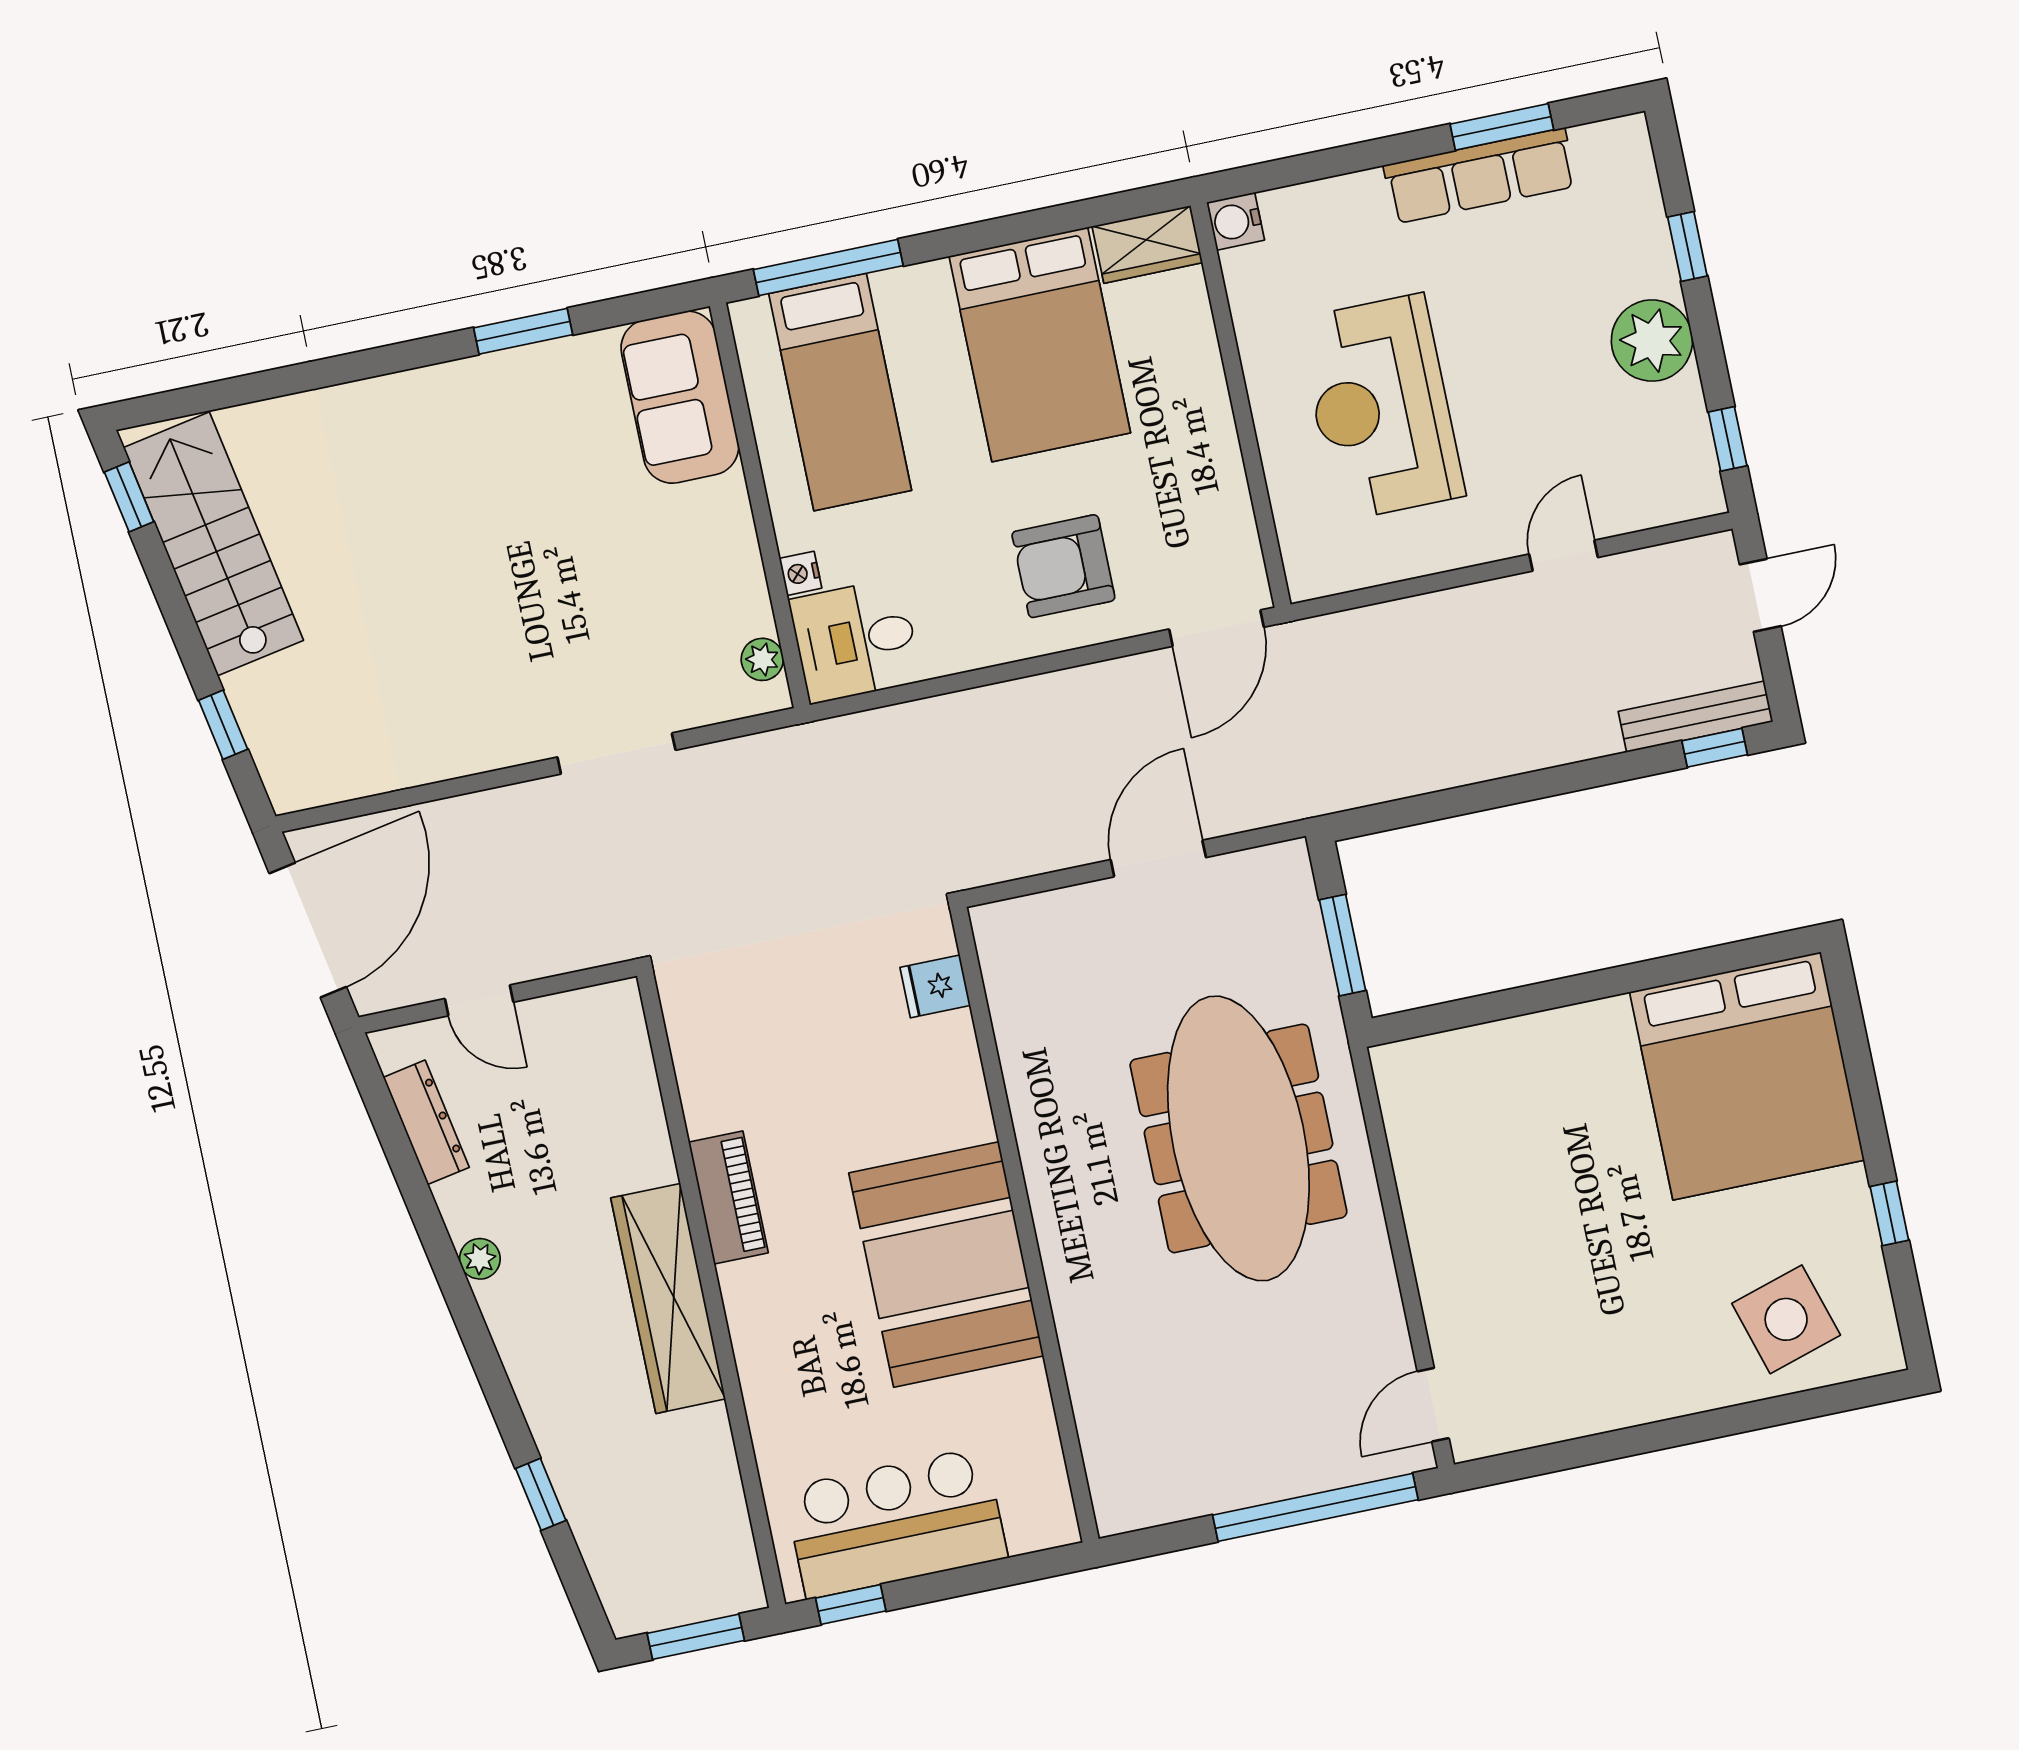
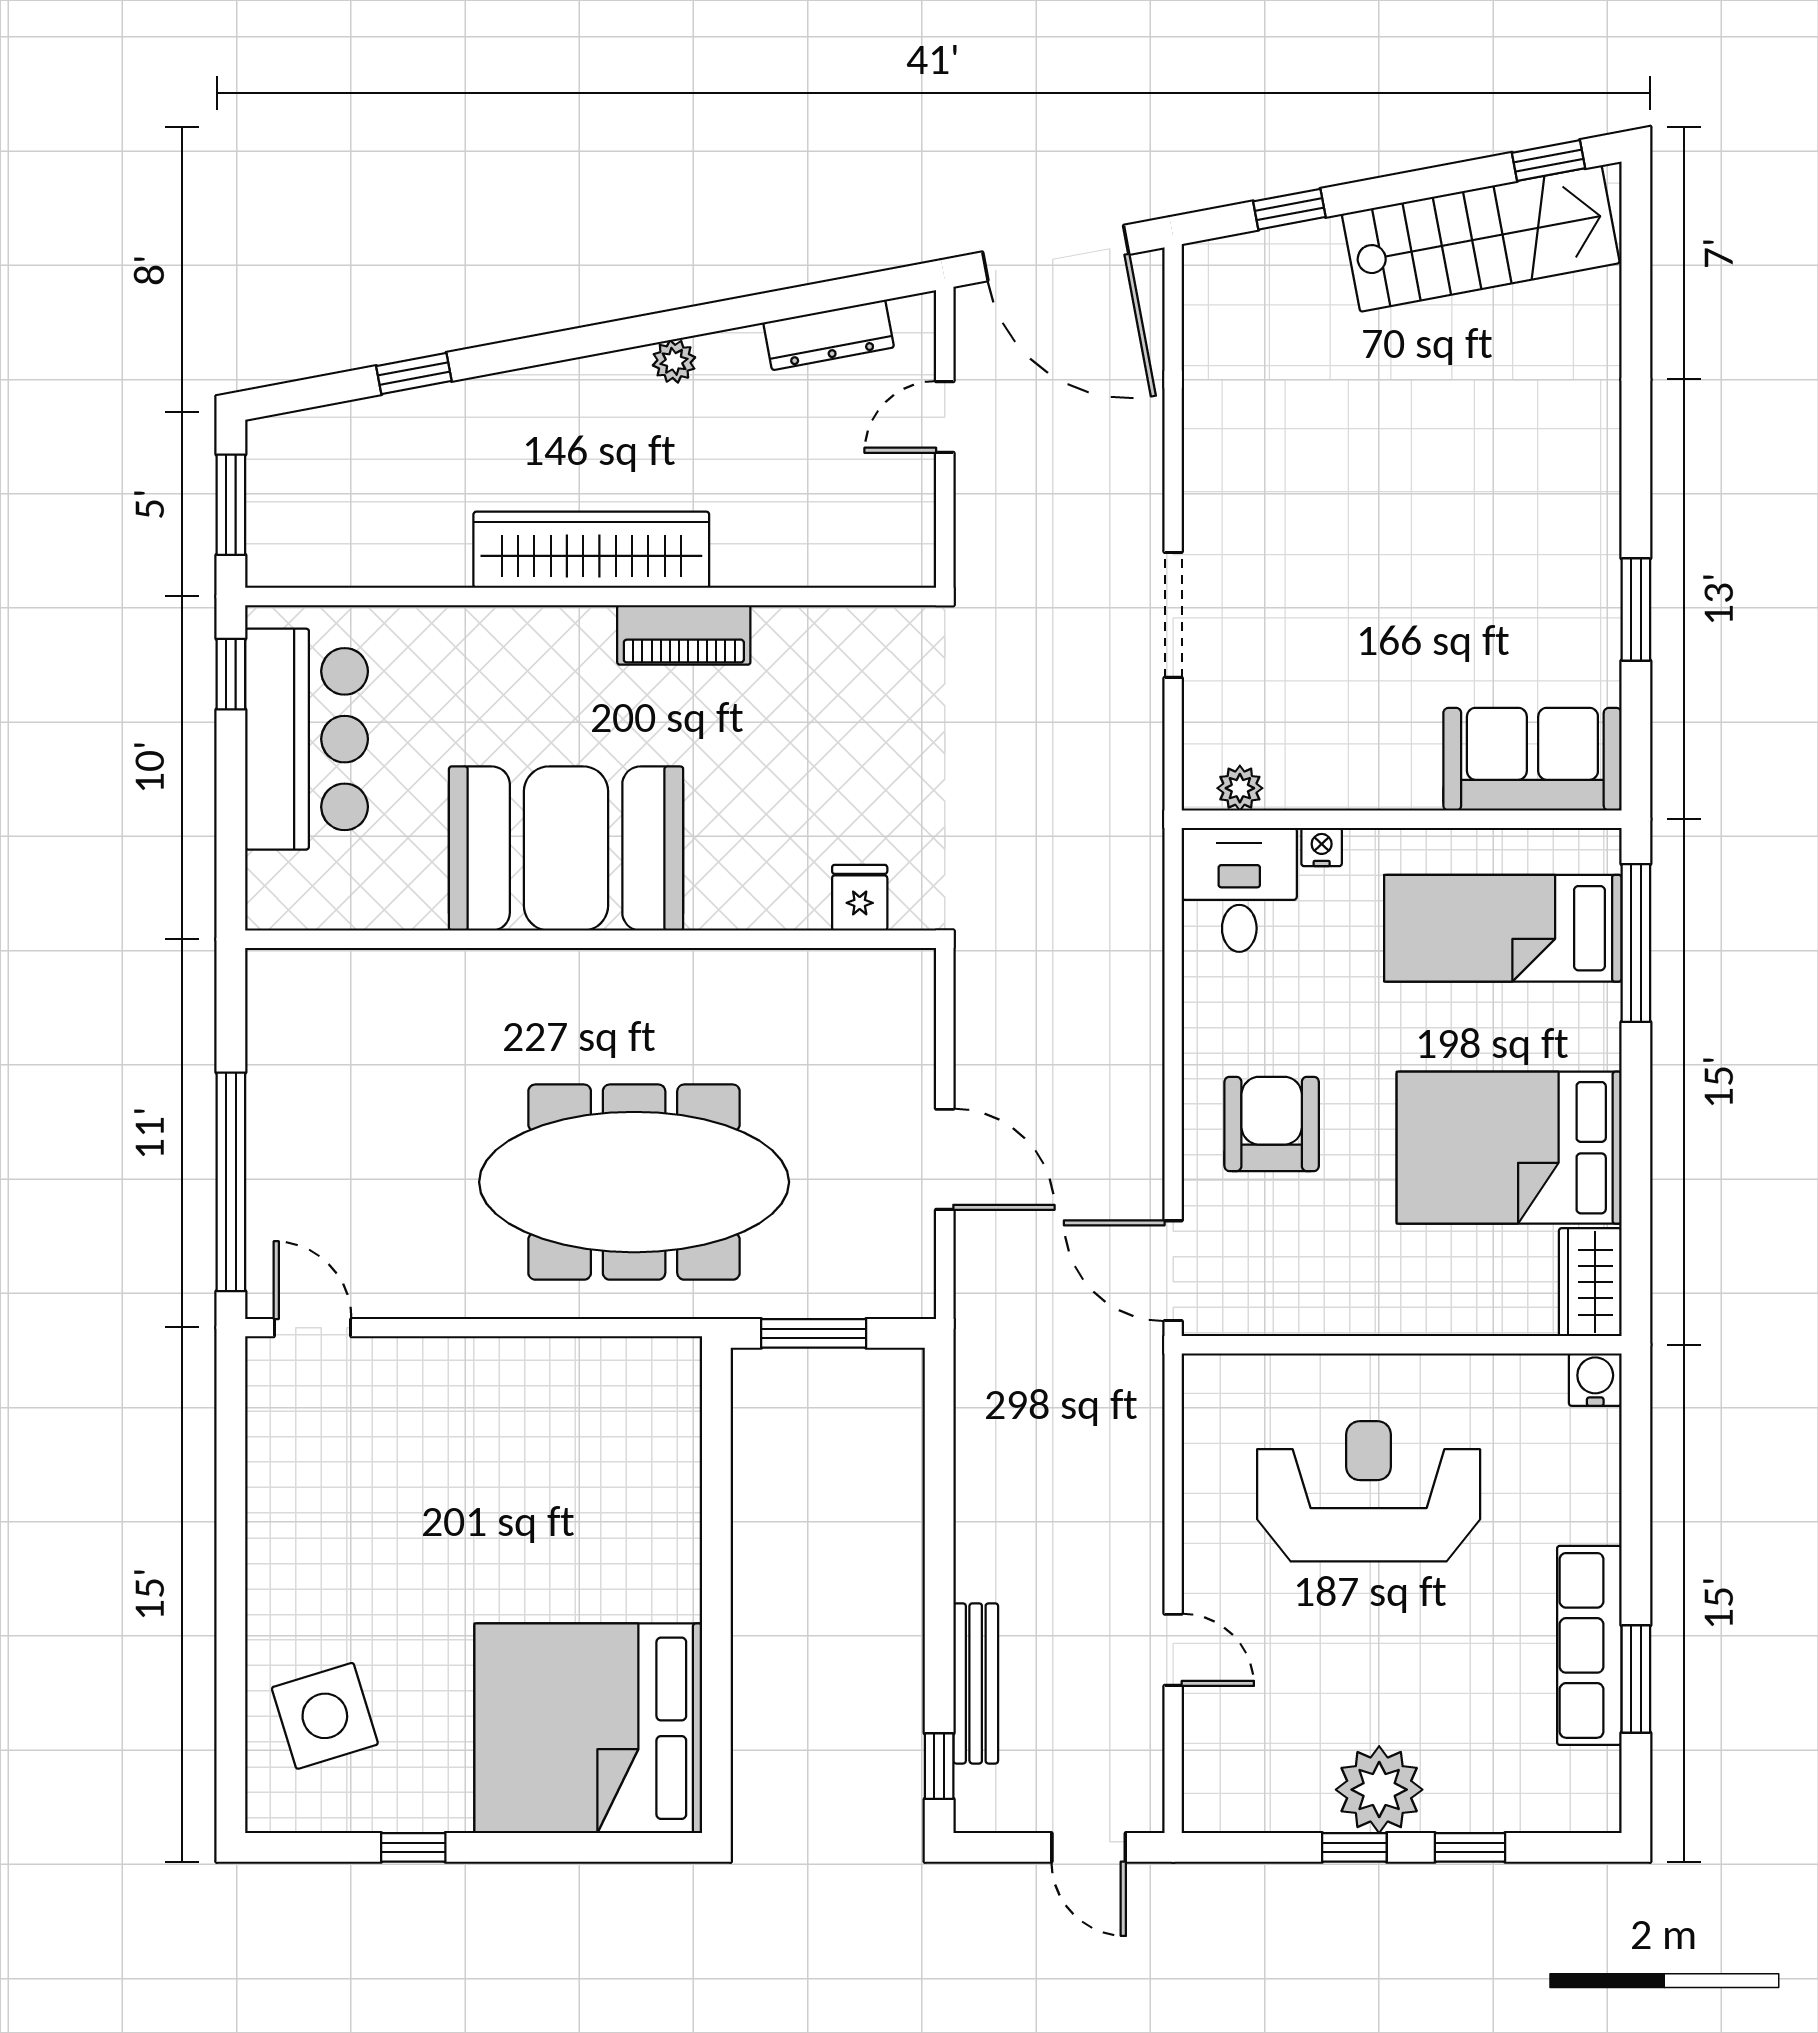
window: (1728, 439) -> (1354, 1847), moved
bench: (1696, 717) -> (976, 1683), moved

